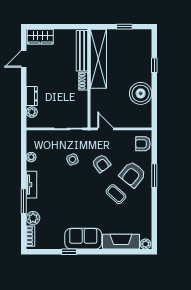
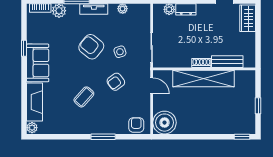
bench: (82, 51) -> (227, 62), width x0.73
shelving: (98, 59) -> (203, 79), moved
window: (154, 65) -> (242, 137), moved
boiler: (141, 93) -> (165, 123), moved
door: (105, 129) -> (152, 86), hinge flipped
armchair: (133, 174) -> (91, 47), moved

